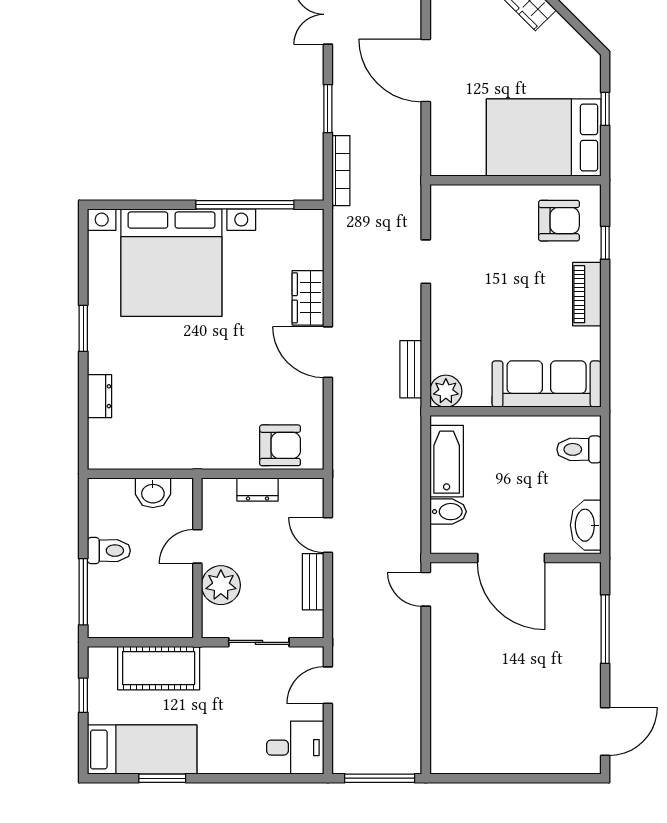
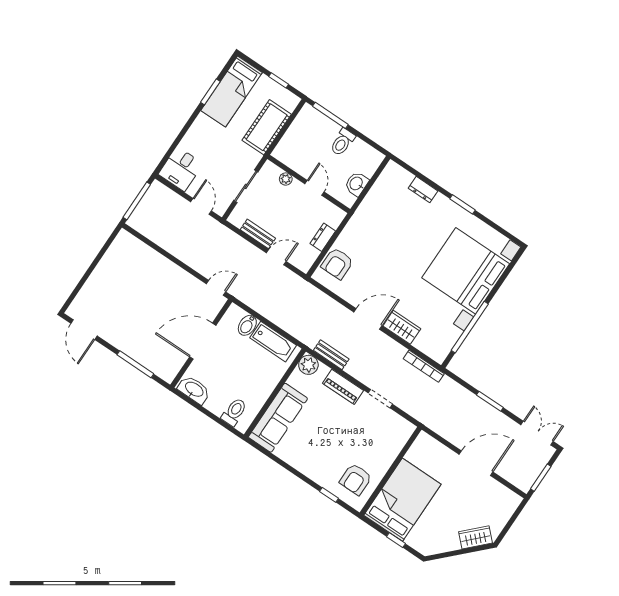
bookcase: (341, 171) -> (424, 366), moved
piano: (587, 294) -> (343, 387), moved, turned 180
plant: (221, 585) -> (286, 179), width x0.53, depth x0.53

